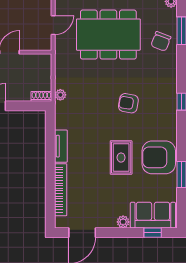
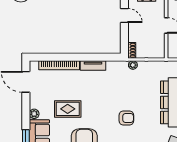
armchair: (128, 103) -> (126, 118), turned 80
rug: (121, 158) -> (68, 109), moved

